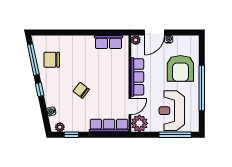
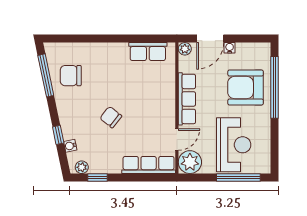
armchair: (180, 68) -> (246, 88), turned 90
window: (202, 88) -> (274, 87), moved
window: (40, 90) -> (58, 135), moved
reception desk: (172, 111) -> (234, 145), turned 180

